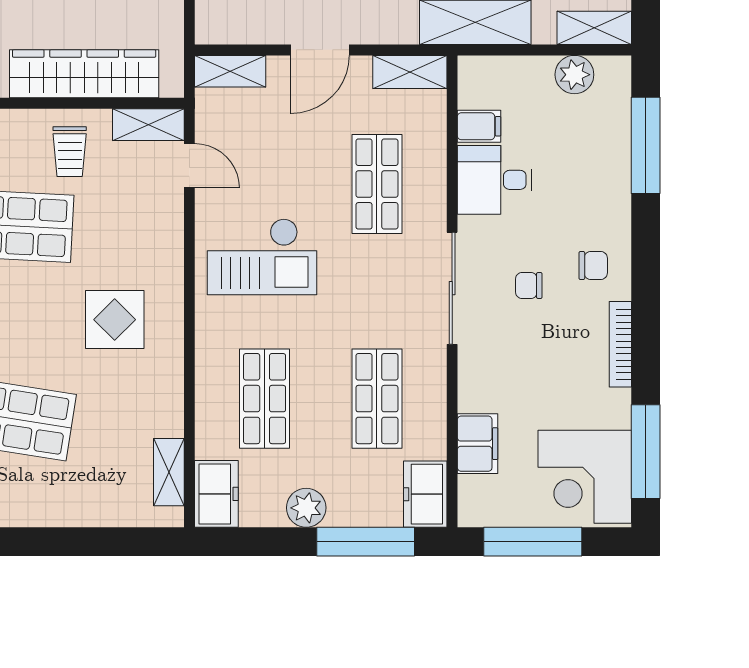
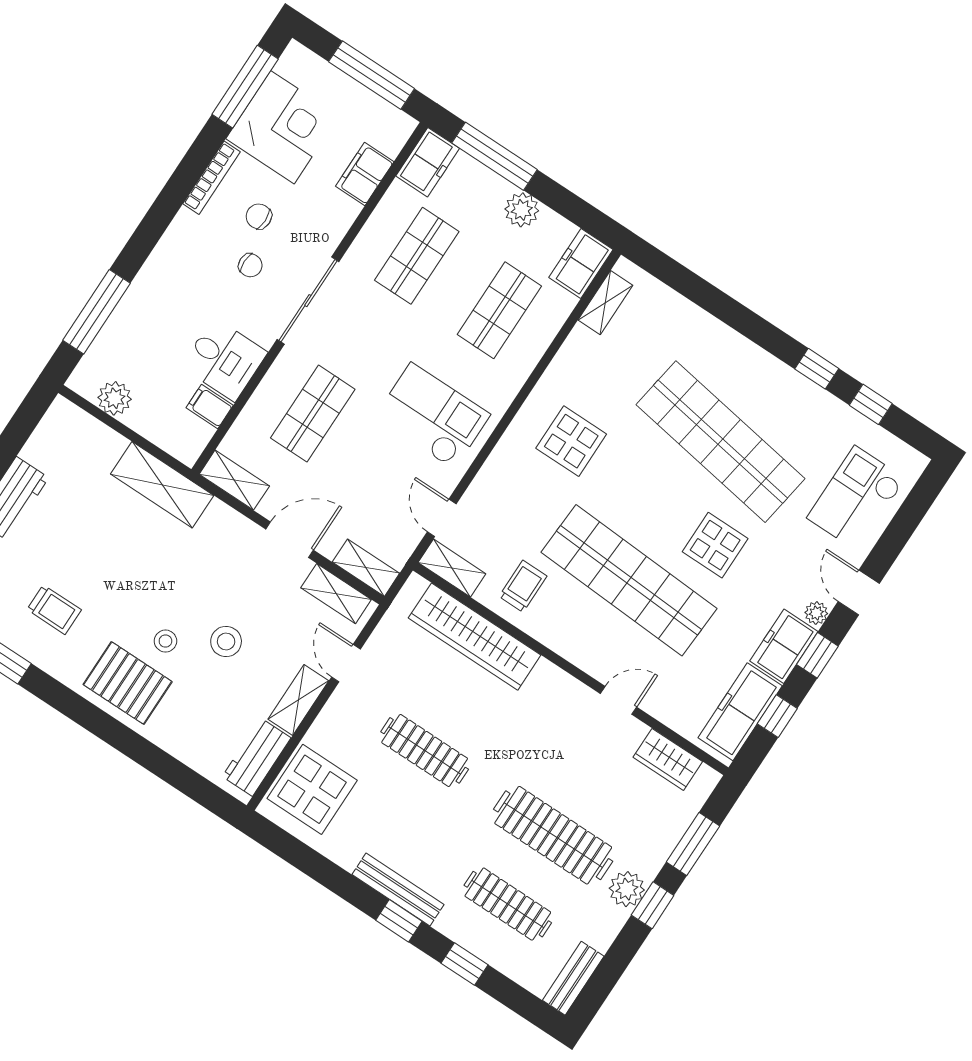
shelving: (594, 28) -> (336, 594), moved
chair: (593, 266) -> (259, 216), moved
corner desk: (585, 477) -> (282, 127), moved

